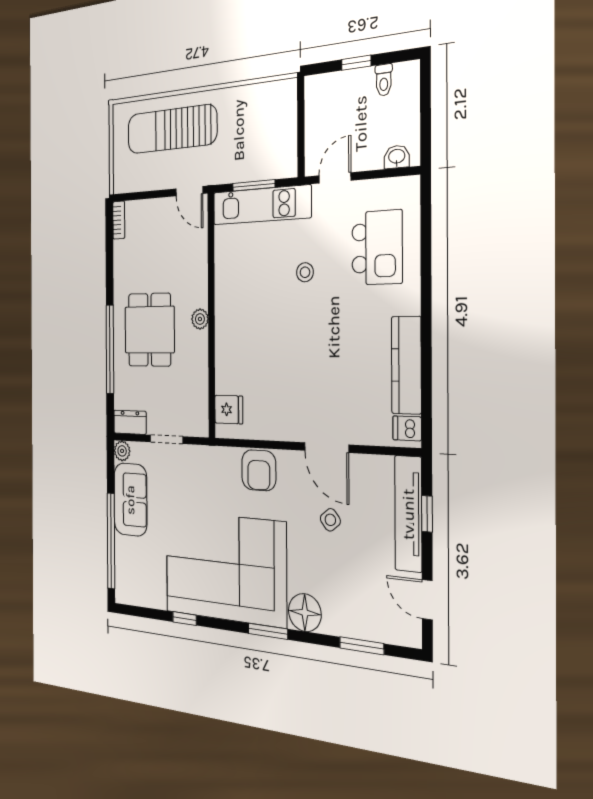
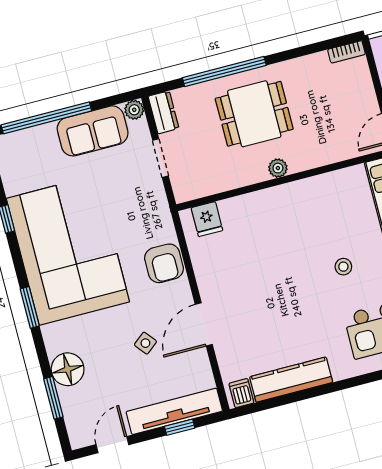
armchair: (259, 470) -> (164, 263), turned -90
floor lamp: (305, 613) -> (68, 369), moved

